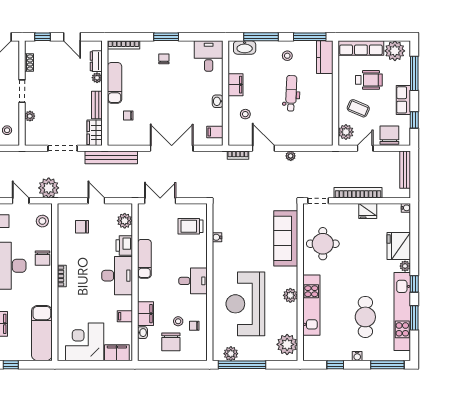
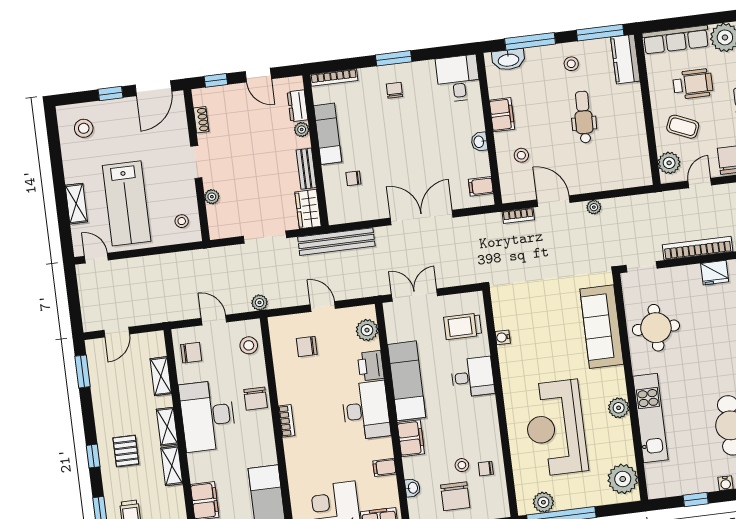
plant: (49, 188) -> (260, 303), width x0.53, depth x0.53
exam couch: (144, 259) -> (407, 381), width x1.36, depth x1.45
desk: (193, 281) -> (473, 377), moved
filing cabinet: (145, 314) -> (411, 438), moved

